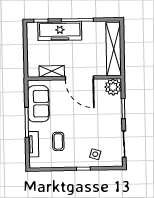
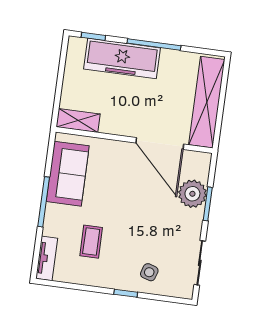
shelving: (52, 71) -> (78, 121), moved
door: (79, 78) -> (160, 143), moved
plant: (113, 87) -> (192, 194), moved
tv unit: (33, 144) -> (47, 258), moved

